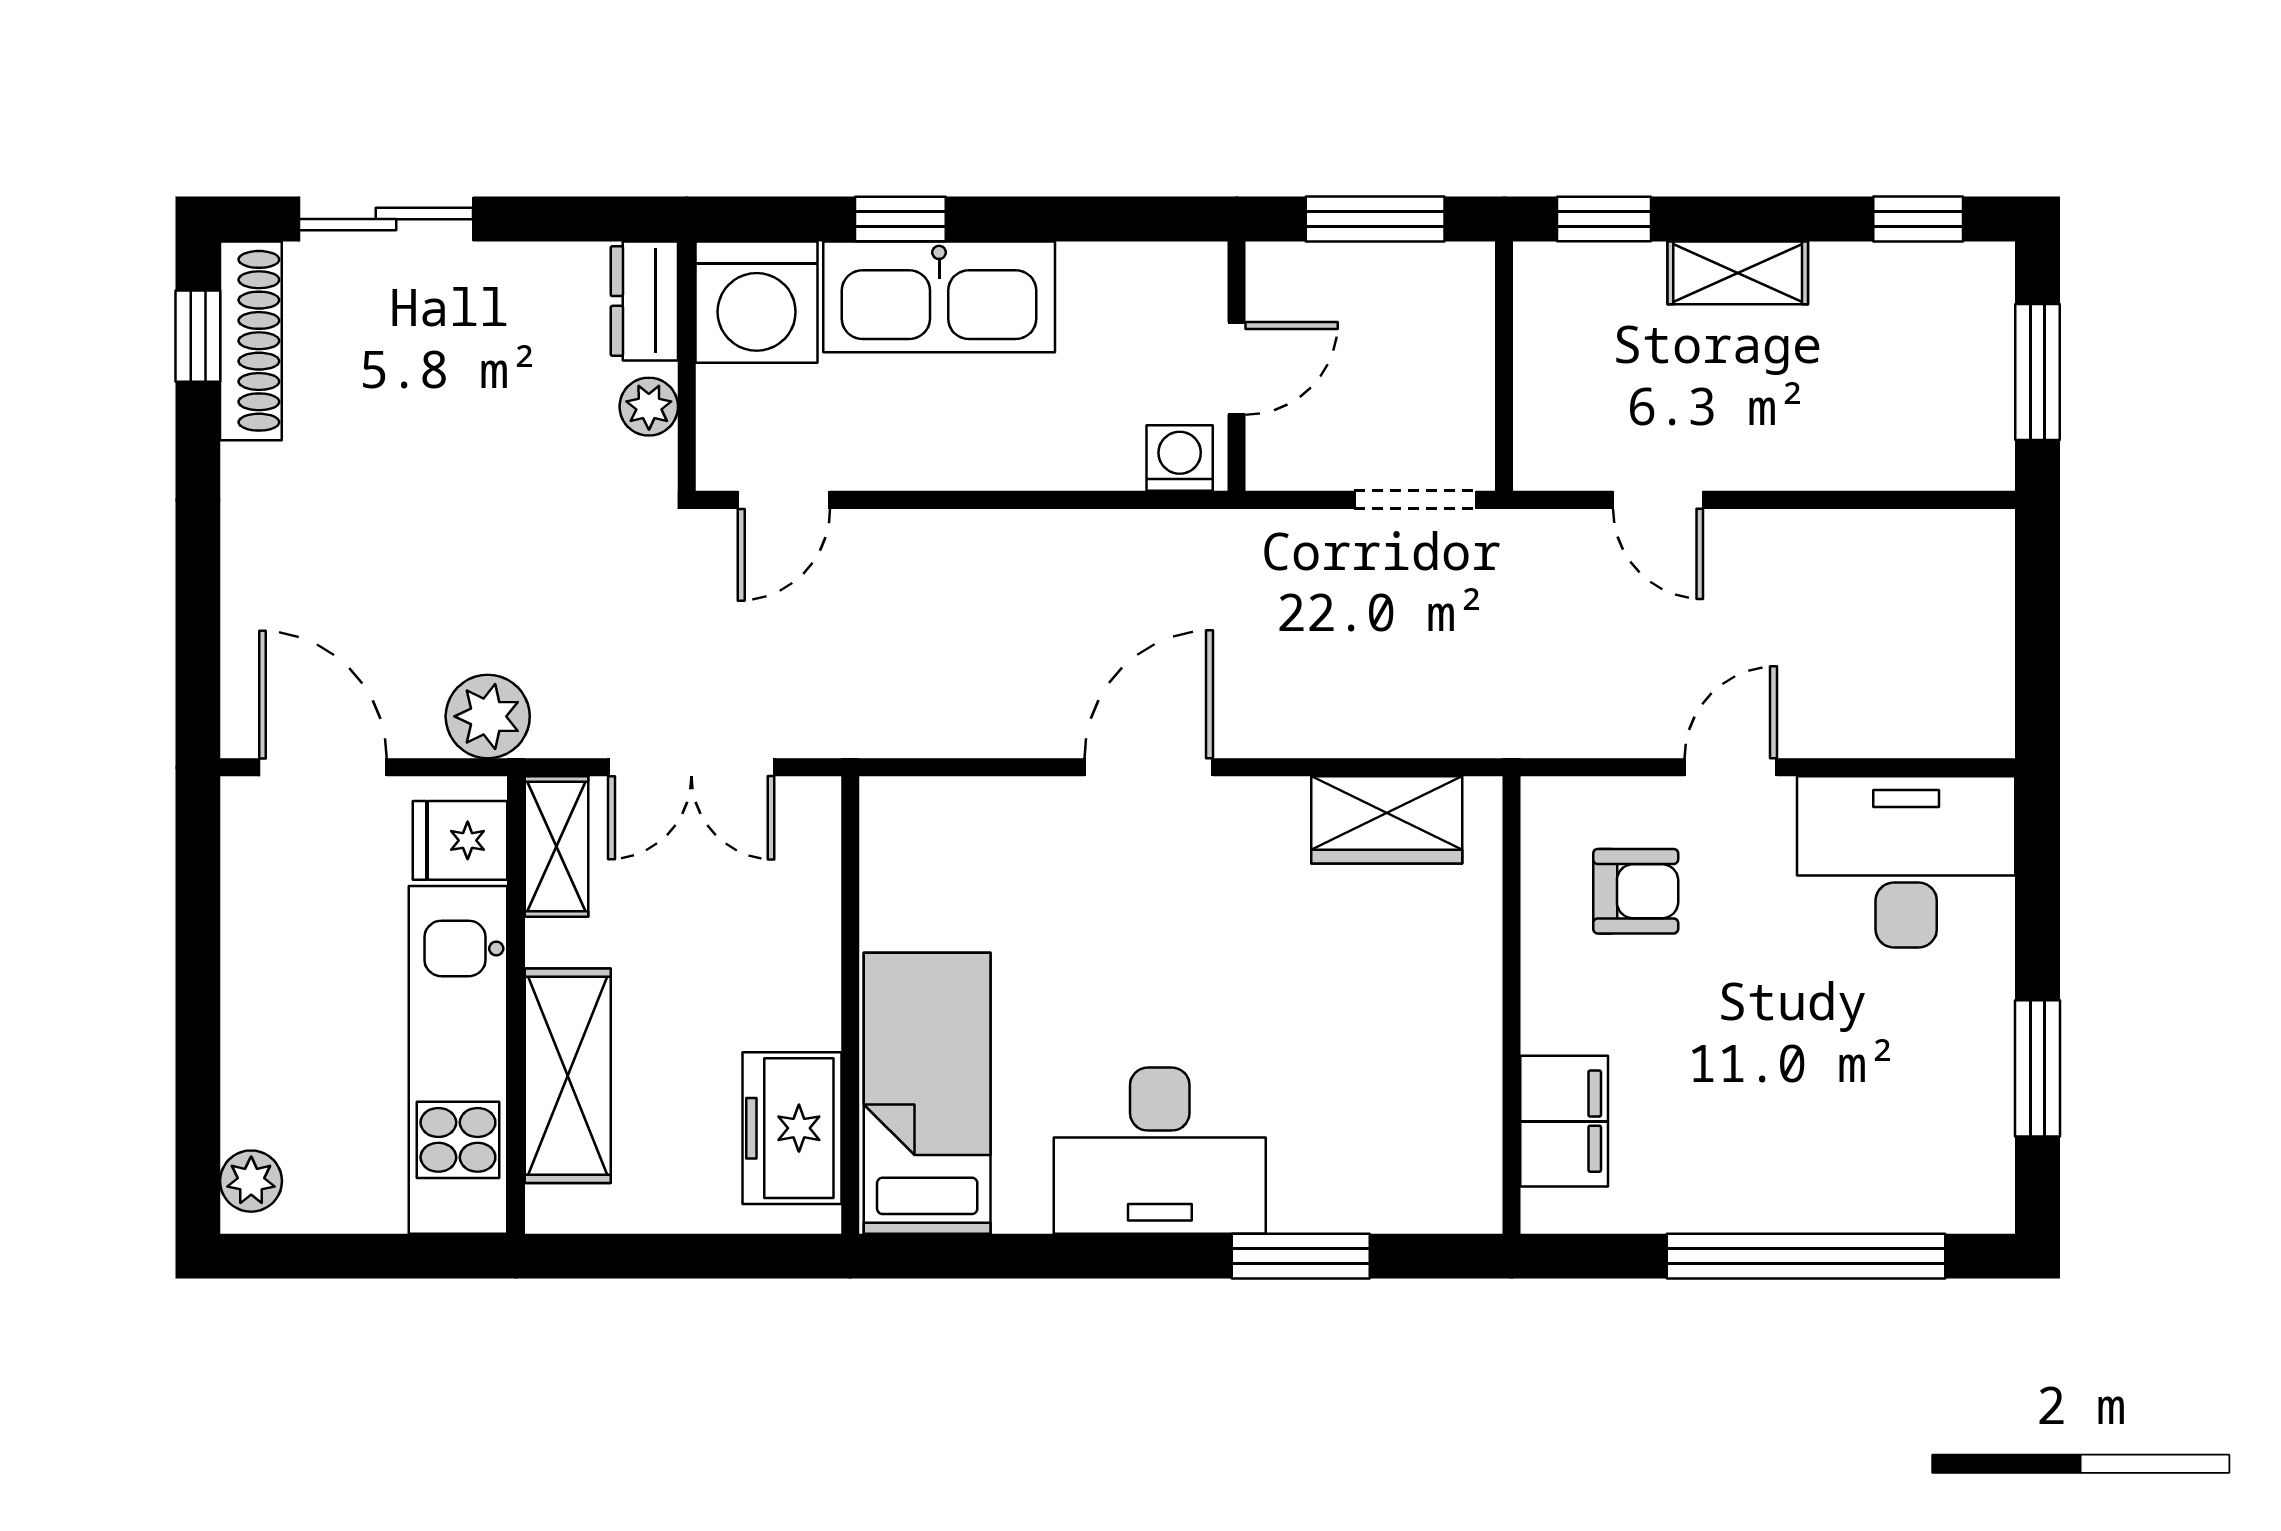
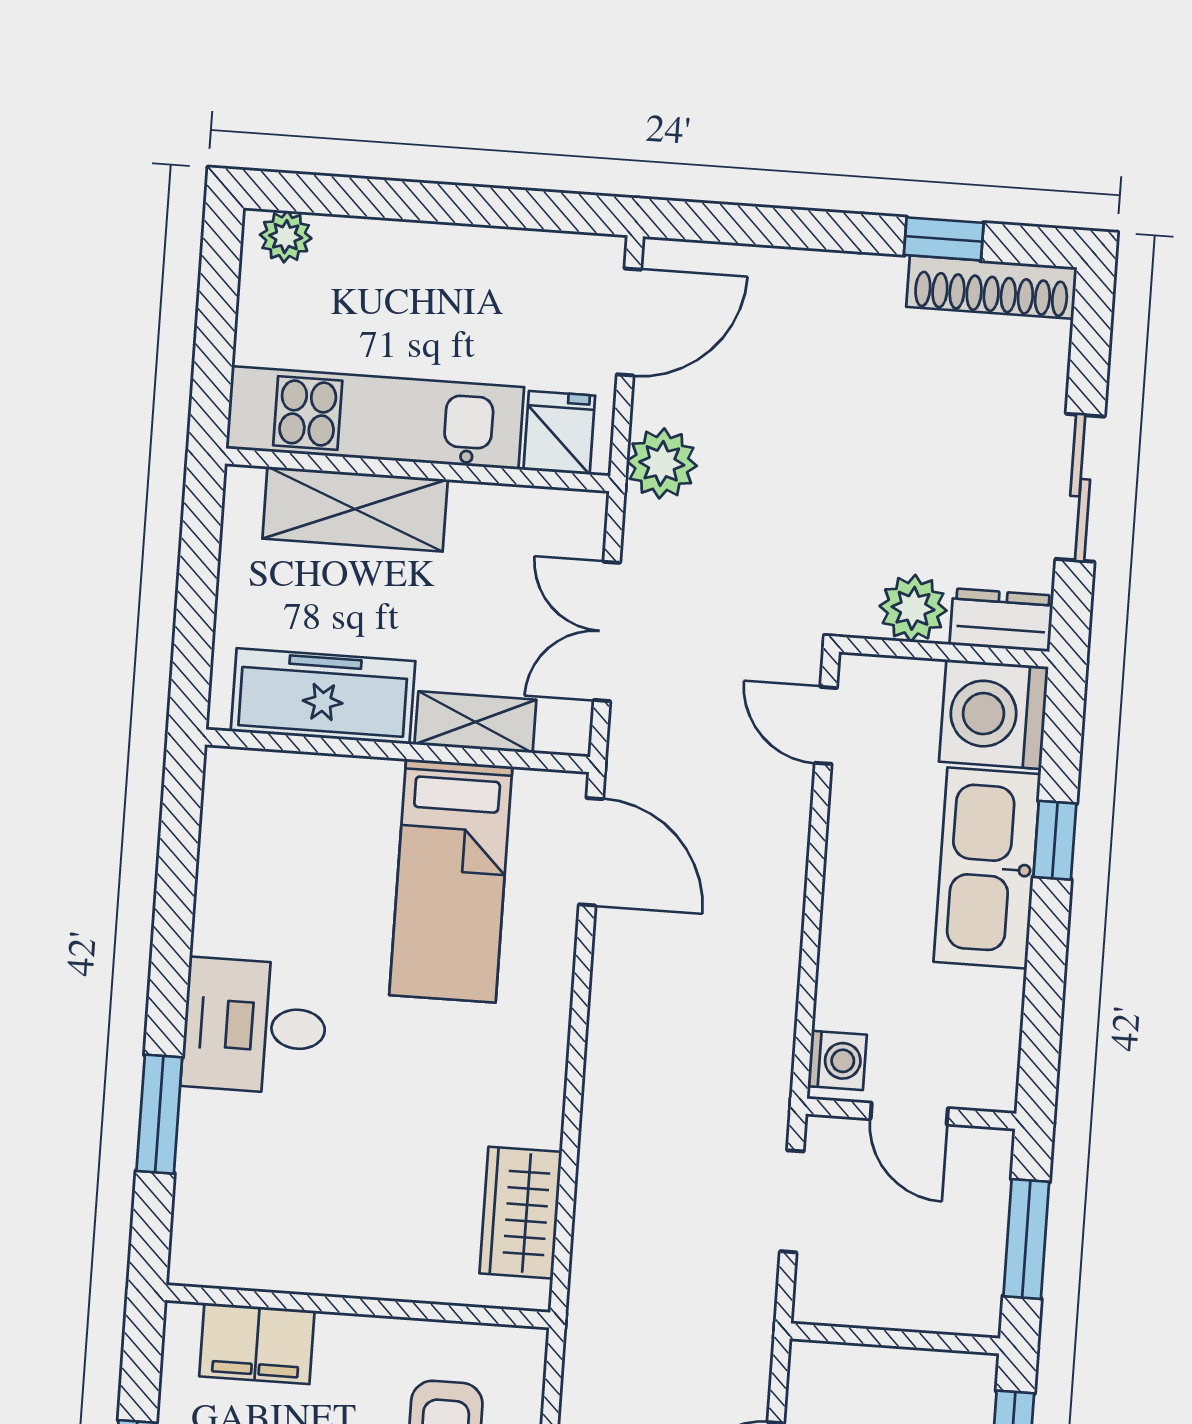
sliding door: (386, 219) -> (1080, 488), moved
window: (198, 336) -> (944, 239), moved
plant: (649, 407) -> (913, 608), width x1.38, depth x1.38
doorway: (1415, 500) -> (792, 1201), moved
door: (1149, 767) -> (591, 852), moved
shelving: (556, 846) -> (475, 722), moved
bed: (927, 1093) -> (451, 881), moved, turned 90
freezer: (792, 1128) -> (323, 696), width x1.40
desk: (1160, 1151) -> (255, 1026), width x0.73

